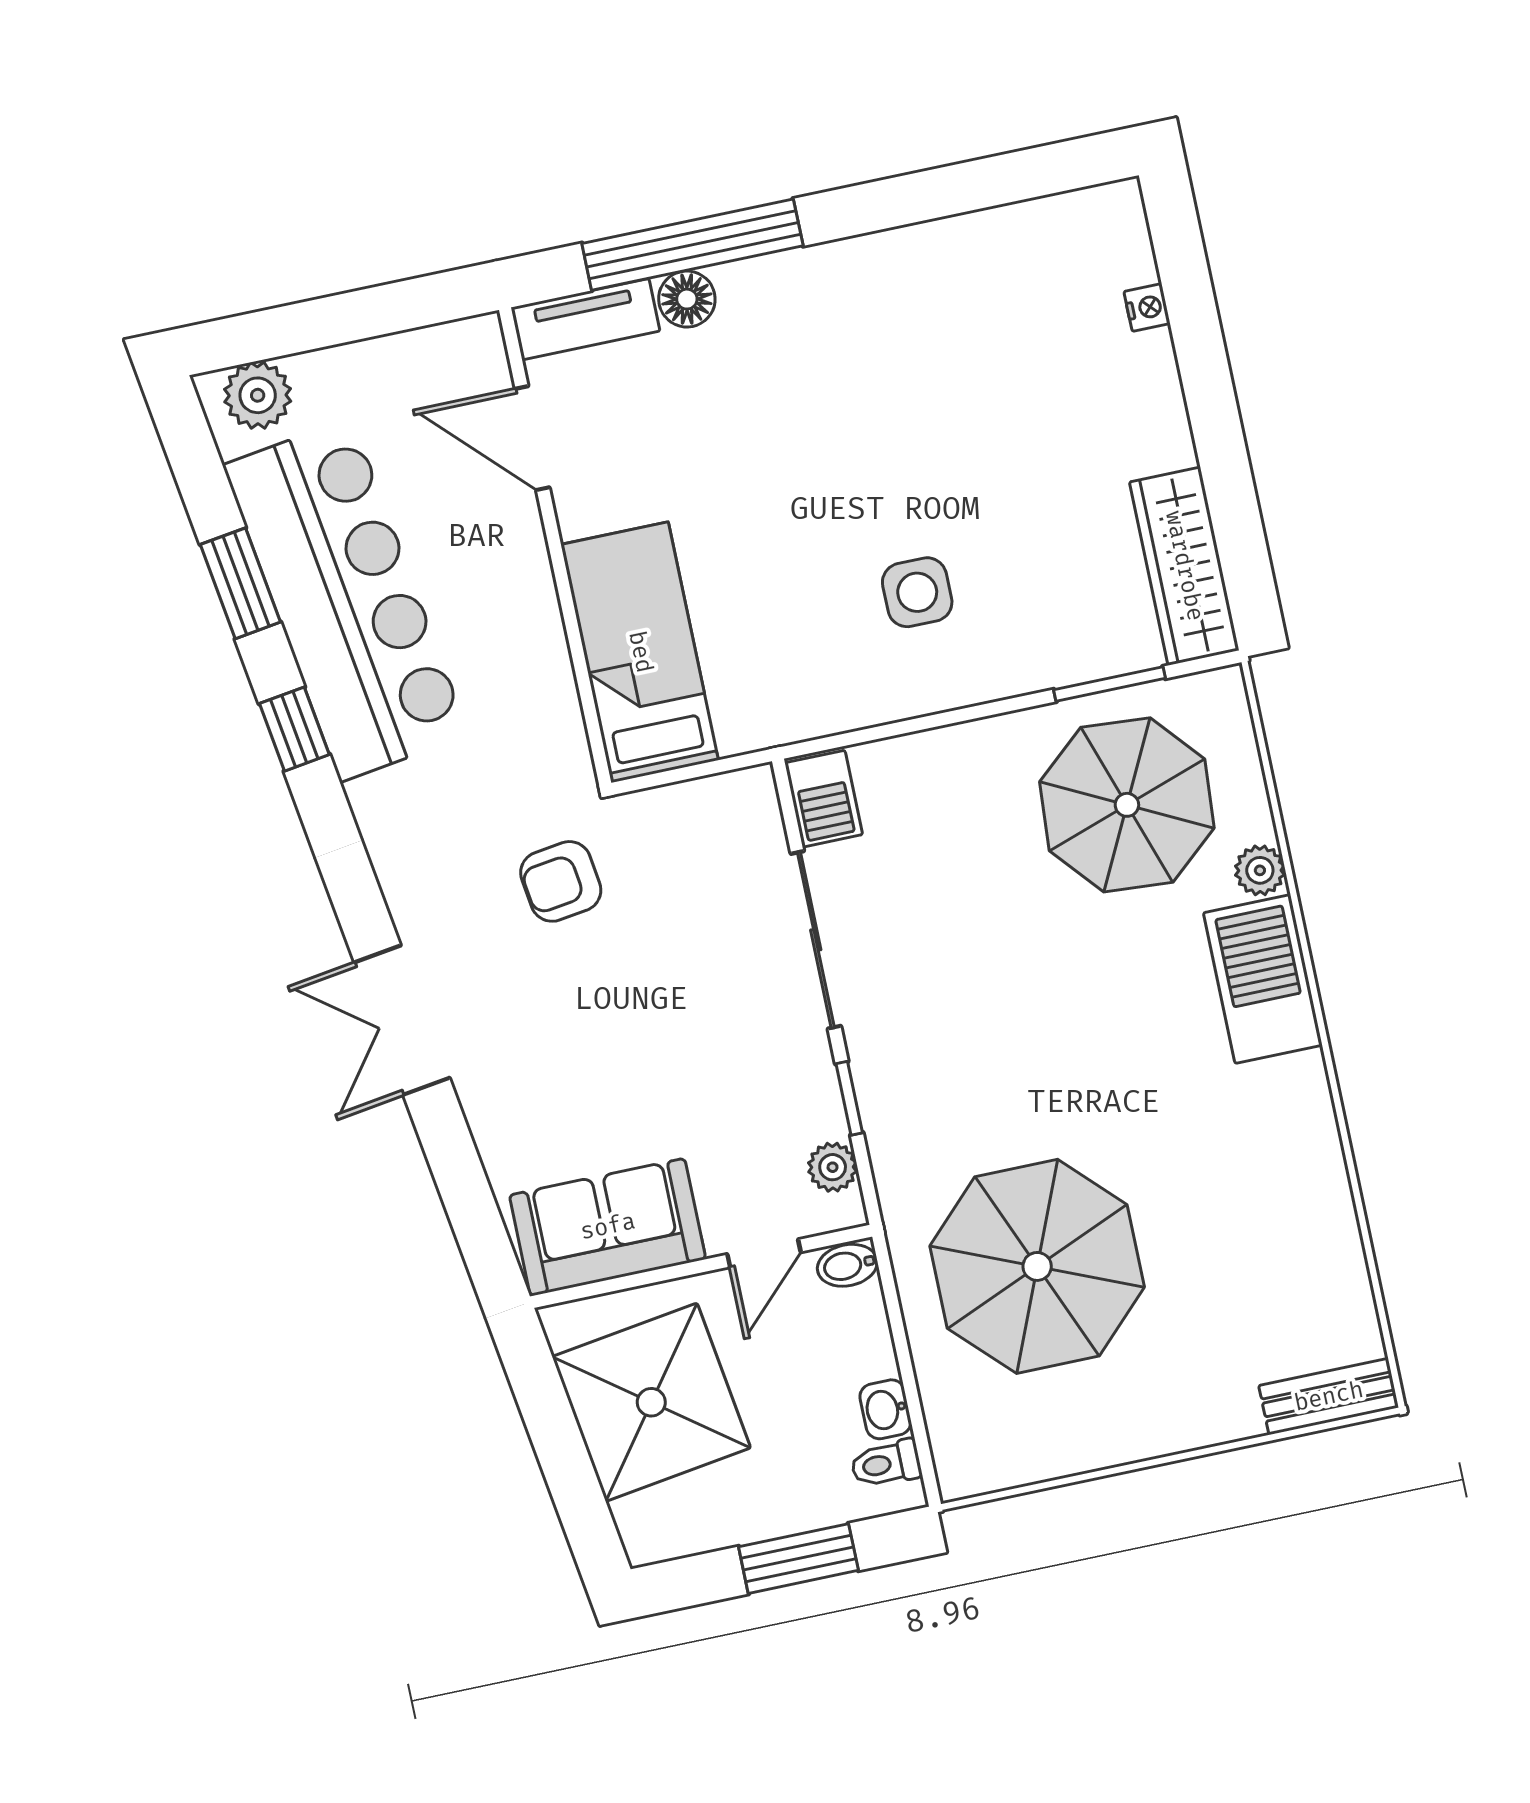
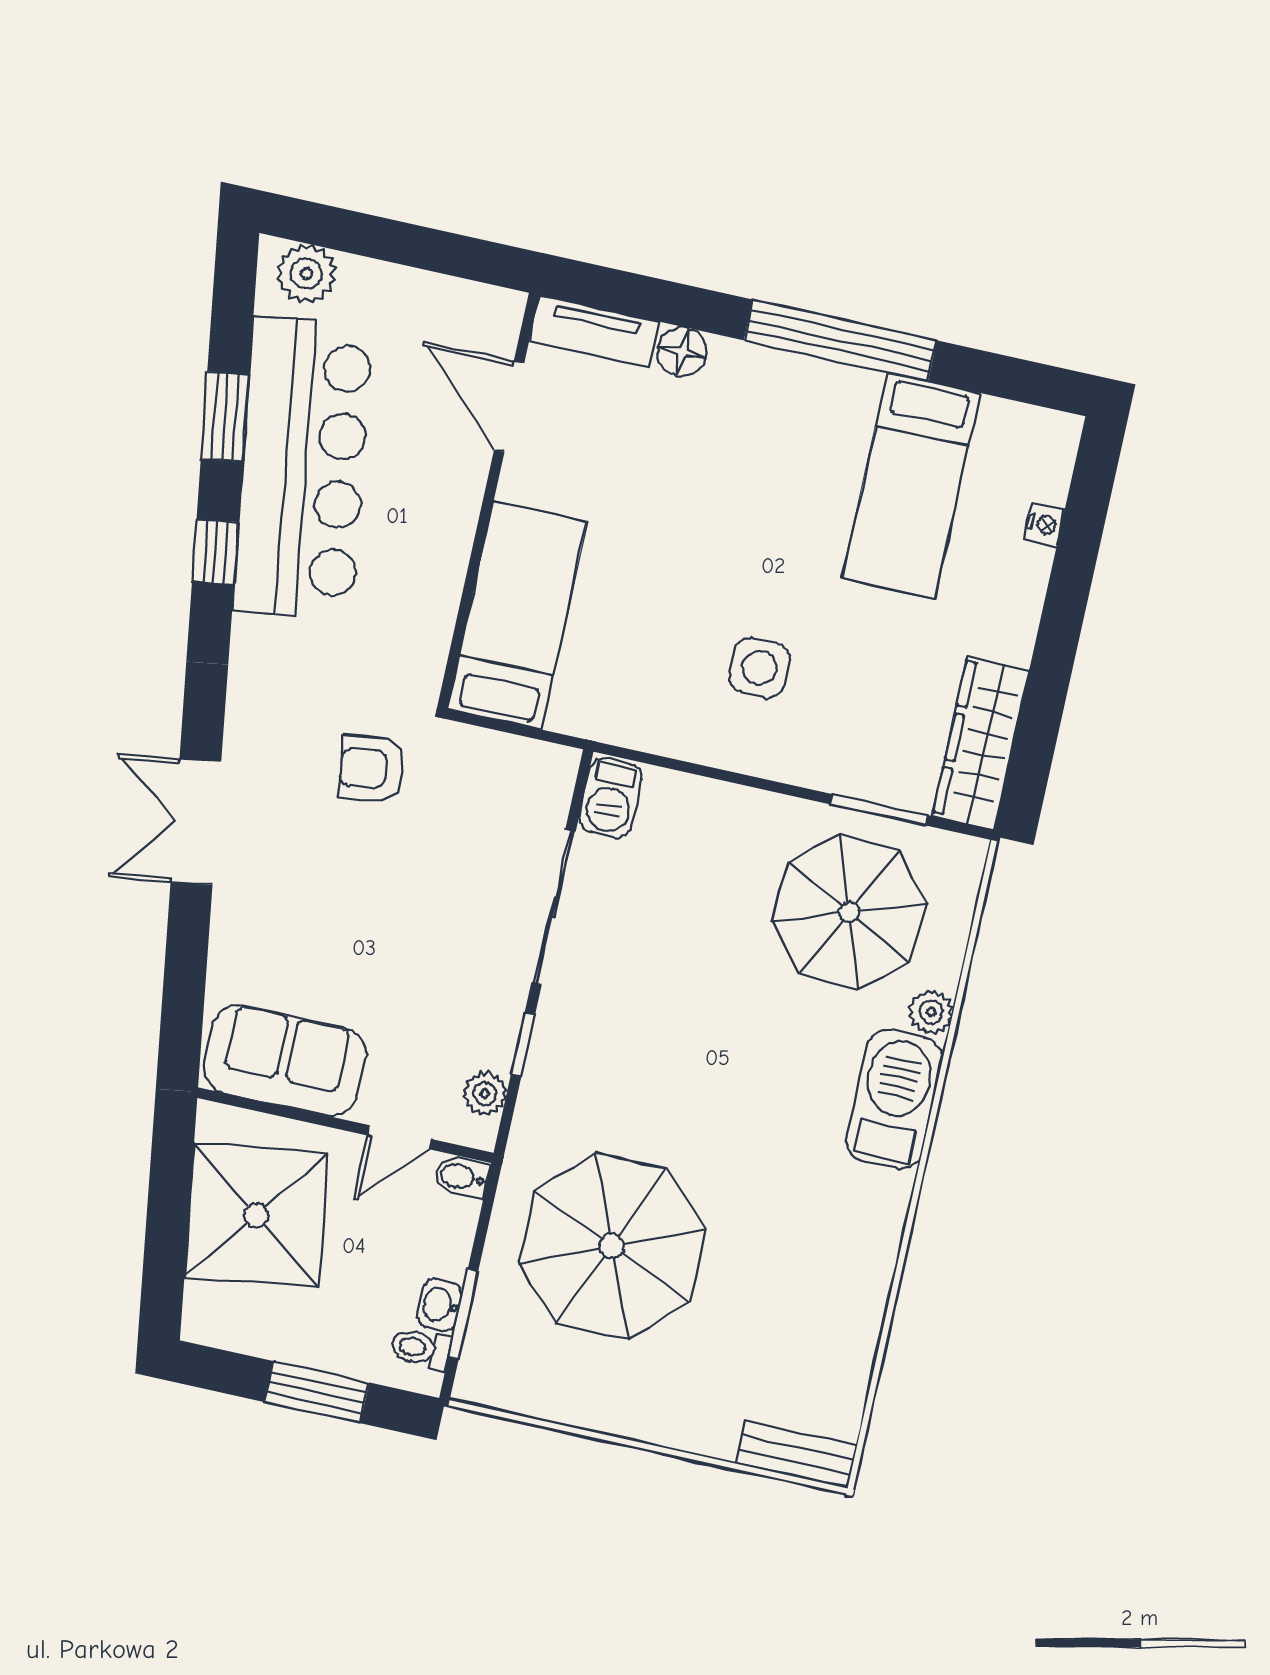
window: (692, 245) -> (840, 340), moved
bed: (990, 330) -> (911, 485), added
window: (914, 1408) -> (463, 1314), added

